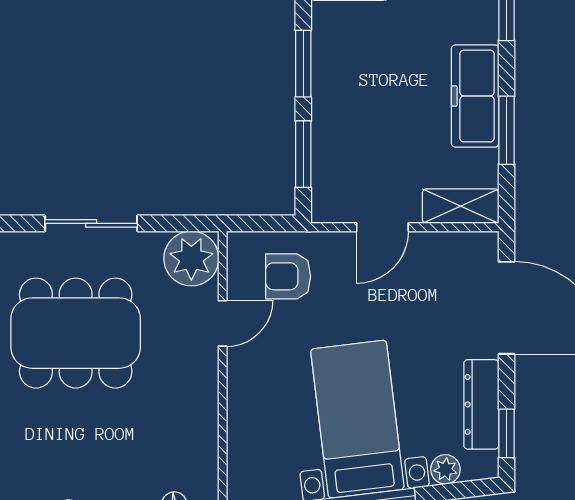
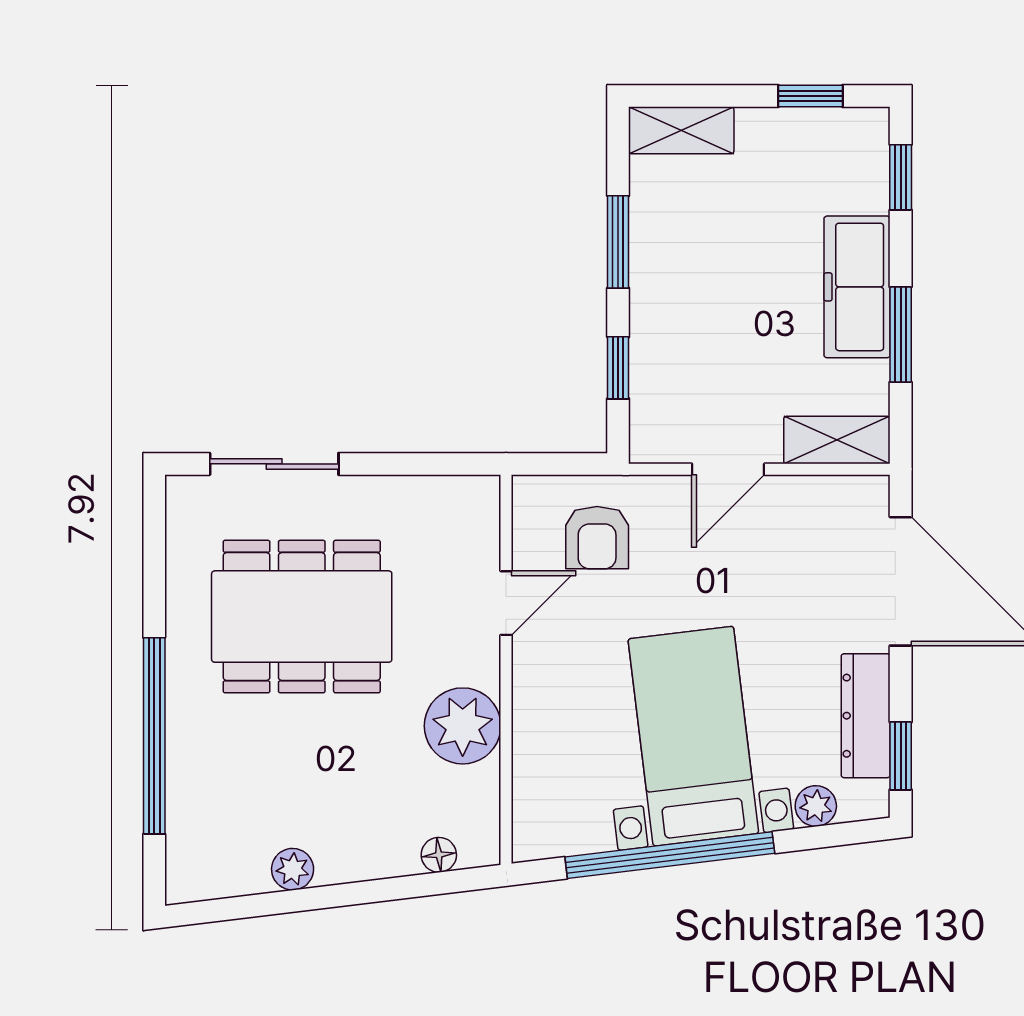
window: (303, 154) -> (618, 368), width x0.67
sliding door: (91, 223) -> (274, 464), moved
plant: (191, 258) -> (463, 726), moved
armchair: (288, 276) -> (597, 538), turned -90

